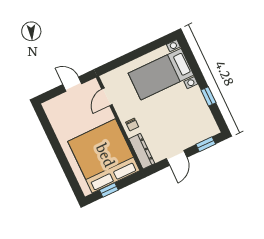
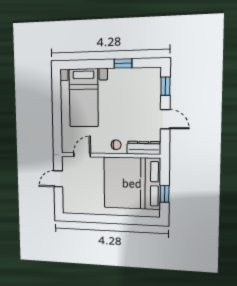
door: (107, 97) -> (82, 155), swing flipped

